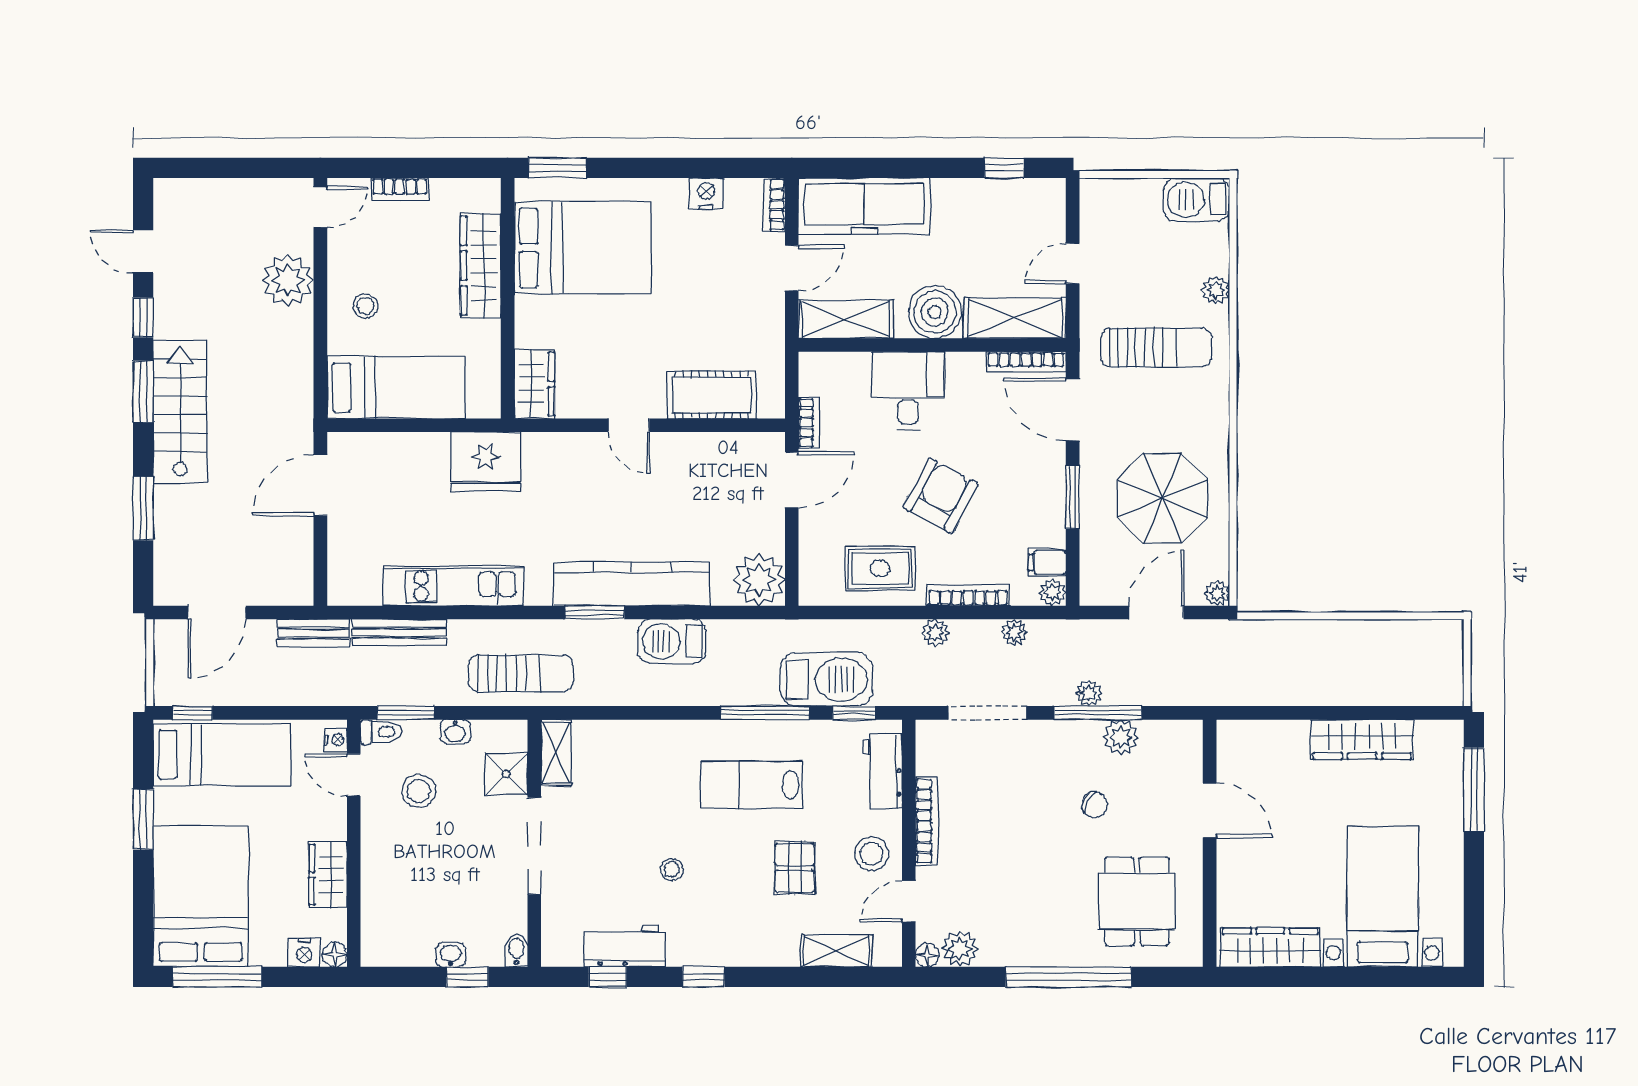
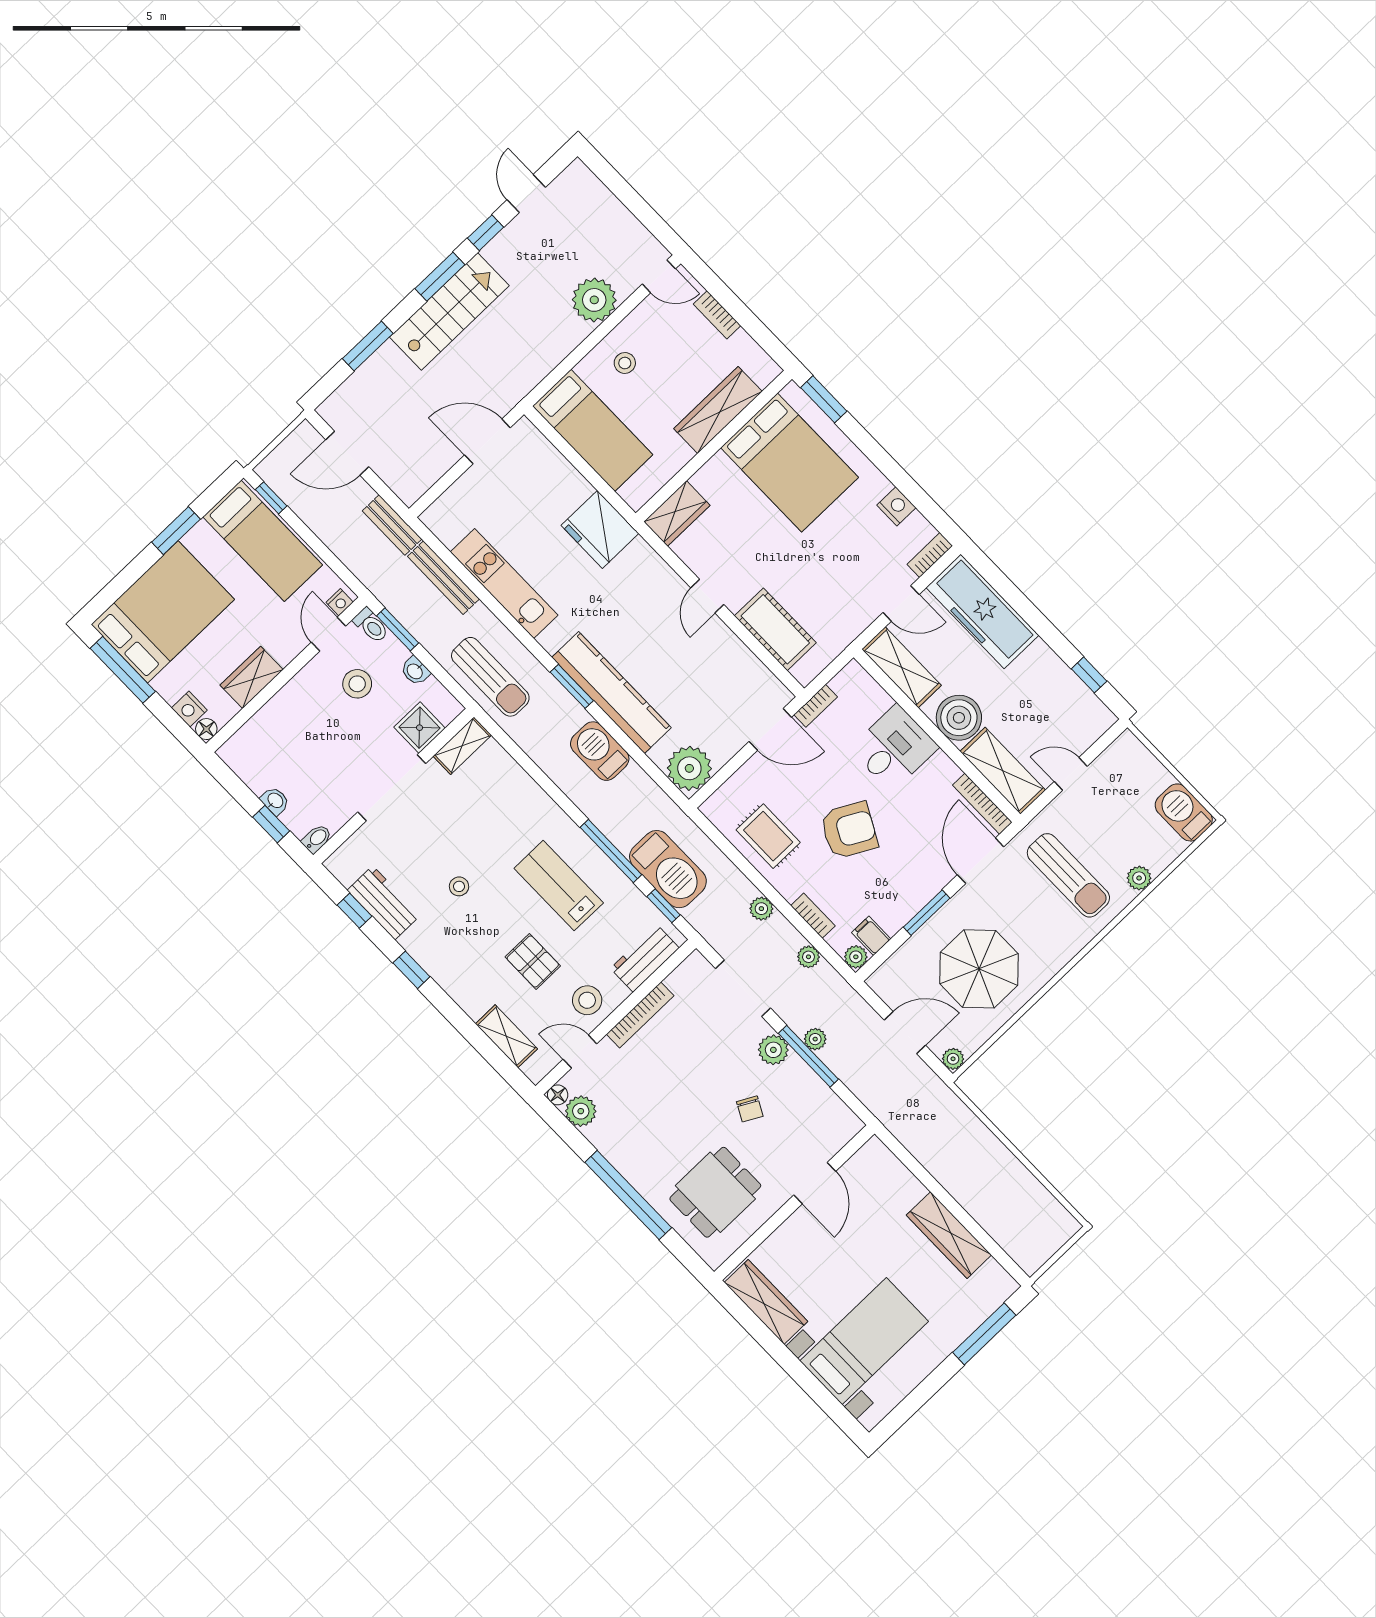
bookcase: (968, 595) -> (813, 916), width x0.64
plant: (1121, 737) -> (773, 1050), moved
pallet: (795, 868) -> (533, 961), turned 90

